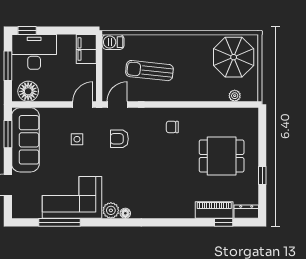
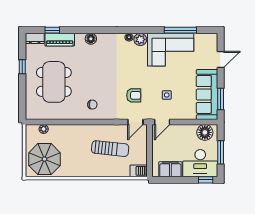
filing cabinet: (86, 49) -> (170, 169), moved, turned -90
dining table: (222, 156) -> (54, 82), width x1.37
floor lamp: (174, 211) -> (91, 39), added

